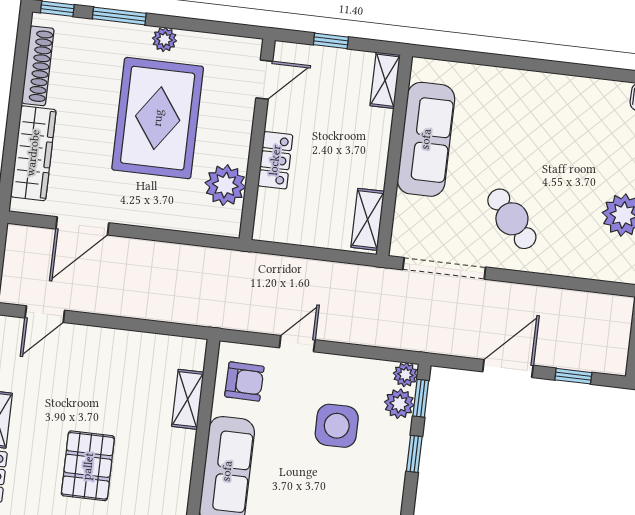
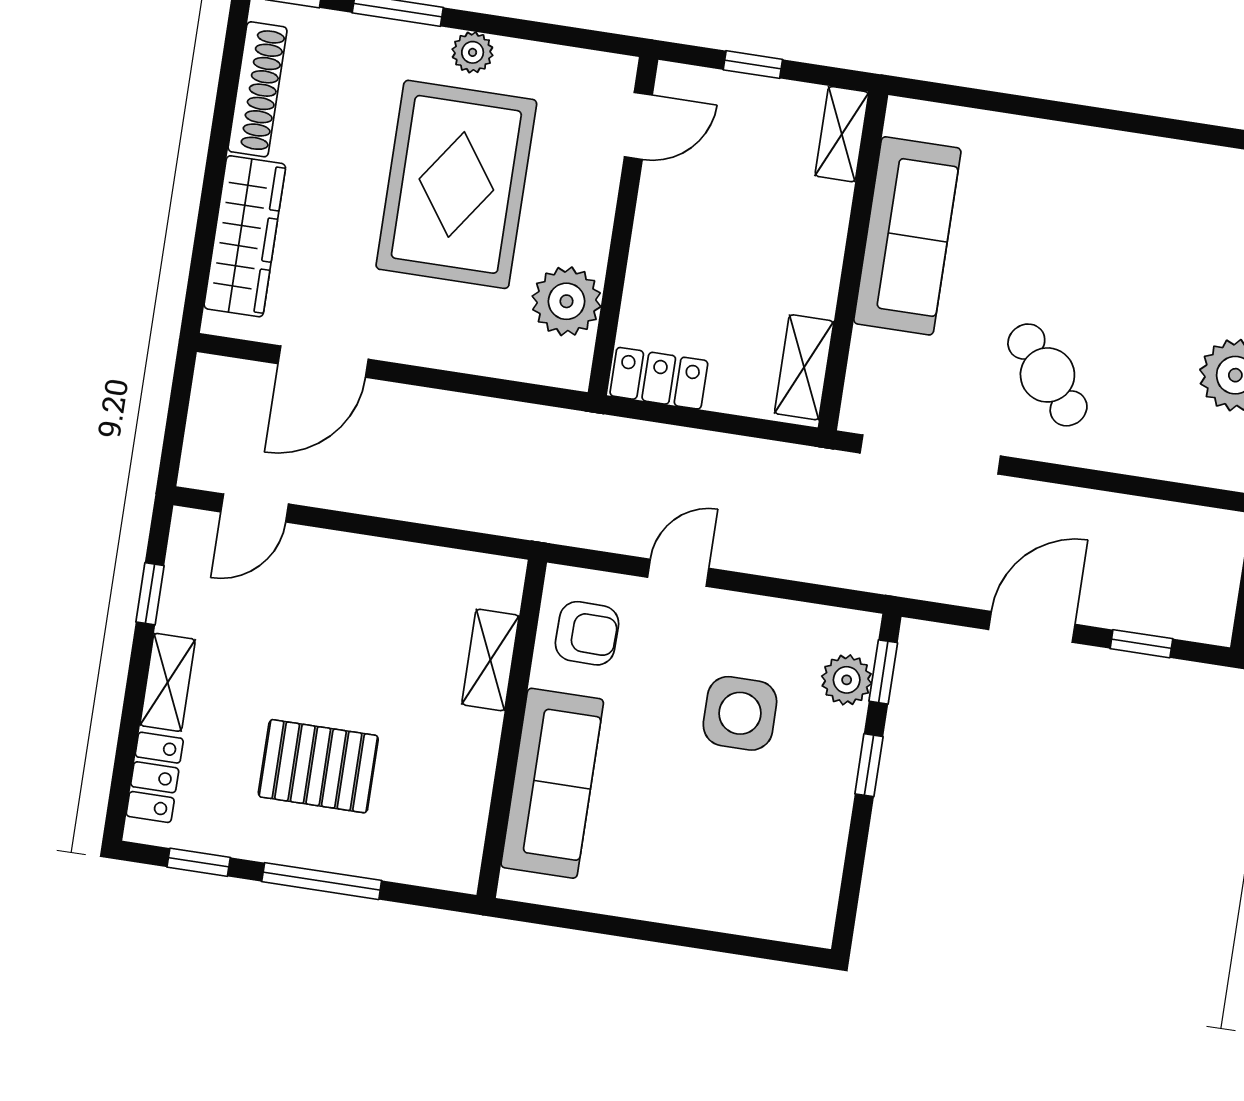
locker: (275, 160) -> (659, 378), moved, turned -90
plant: (405, 375) -> (859, 631), removed
pallet: (88, 466) -> (318, 766), turned 90

